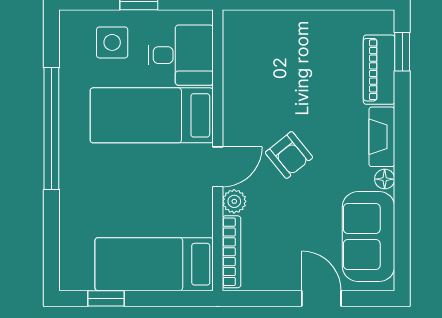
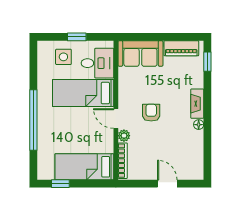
piano: (379, 70) -> (181, 48), moved, turned -90
window: (51, 128) -> (33, 120), moved
armchair: (289, 155) -> (151, 113), turned -141
door: (218, 167) -> (116, 119), swing flipped
sofa: (369, 236) -> (140, 53), moved, turned -90

